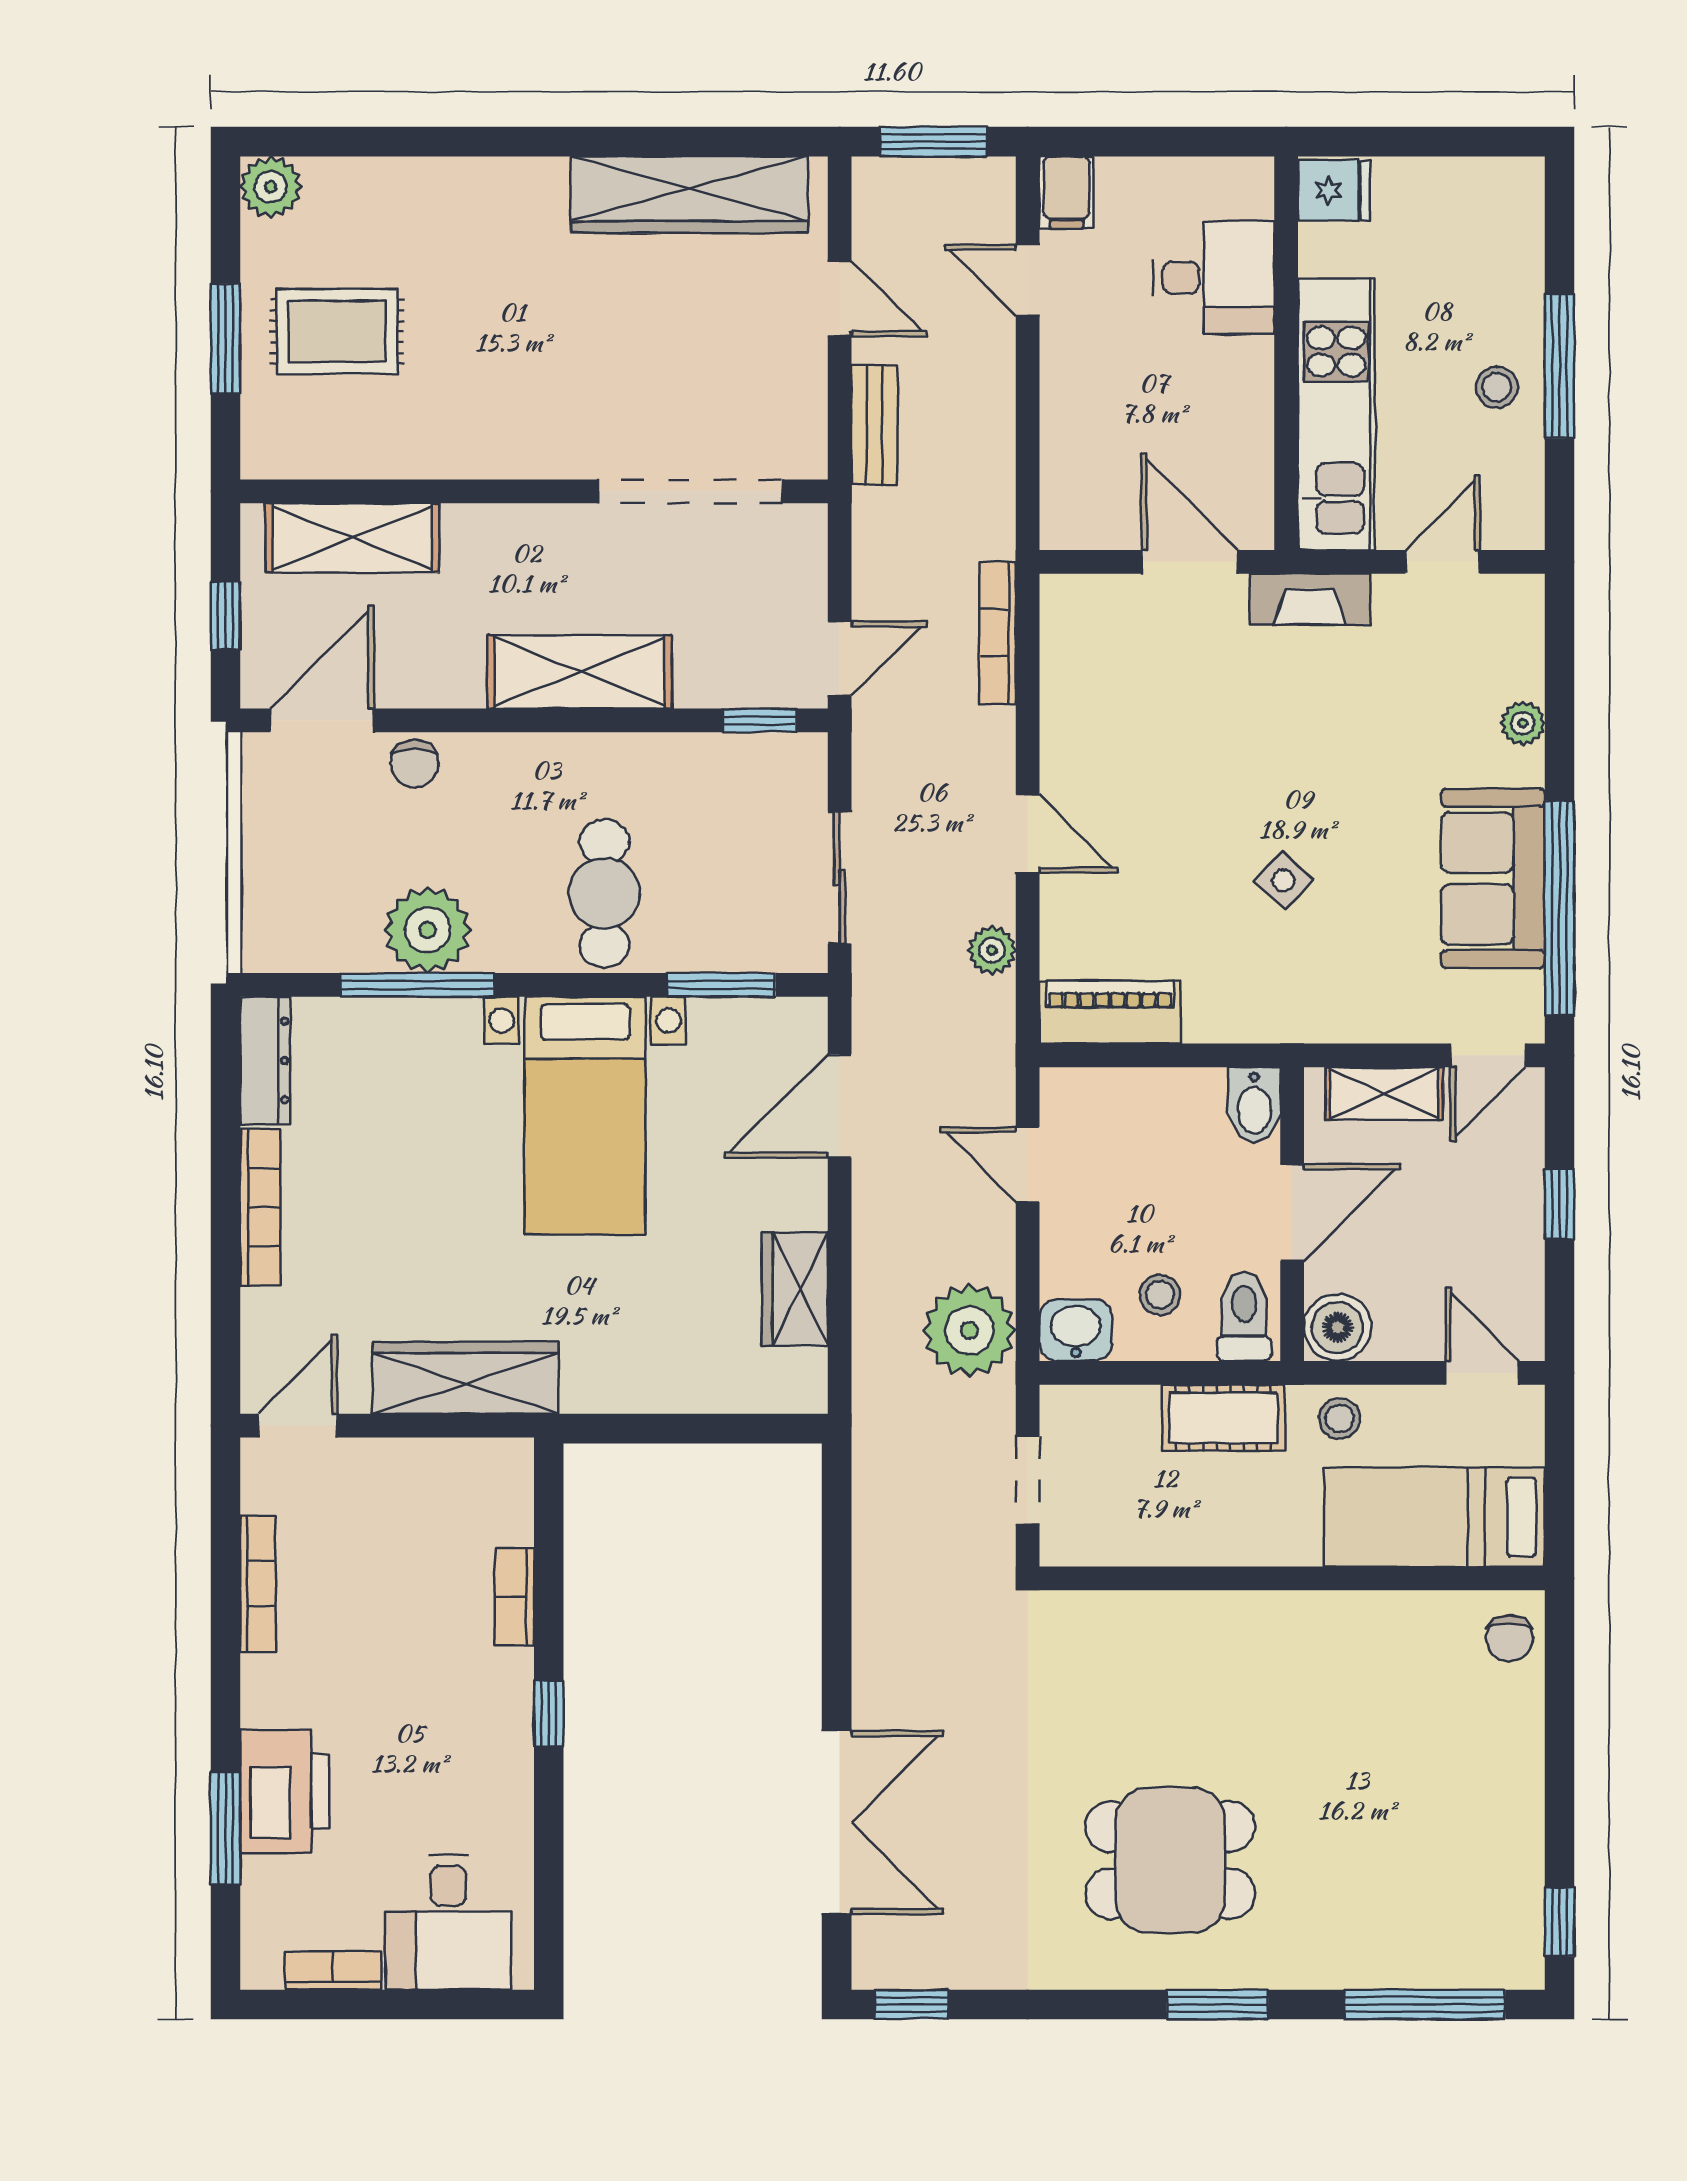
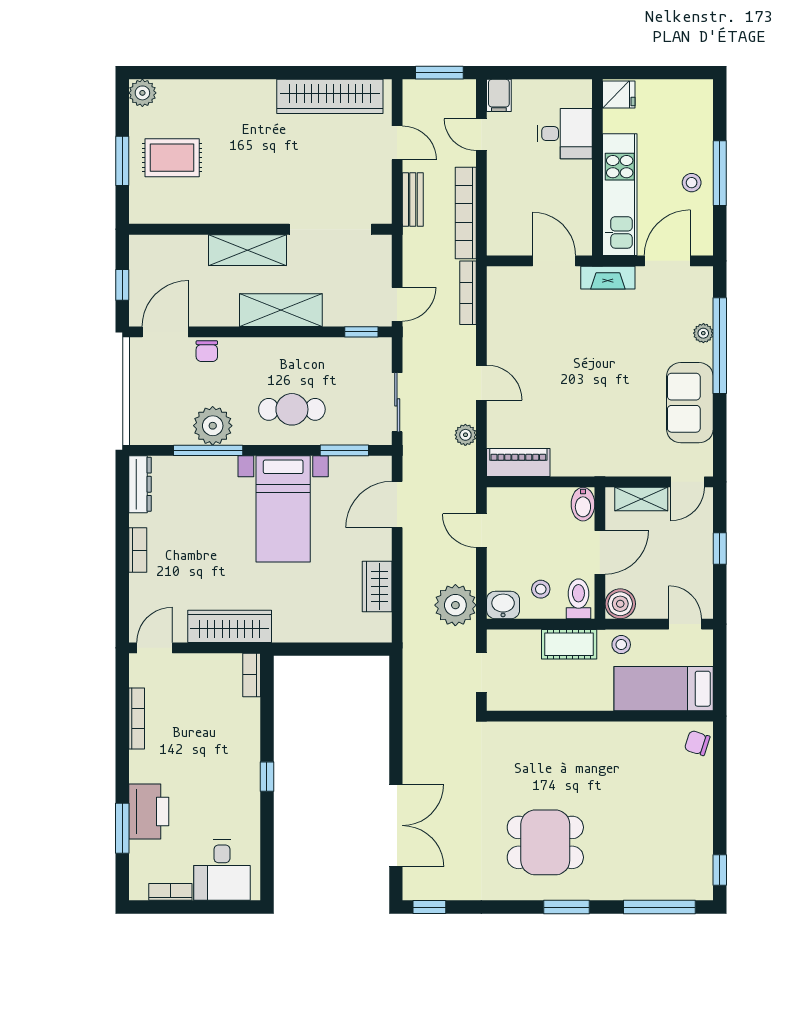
bookcase: (993, 455) -> (466, 213), added
shelving: (352, 538) -> (247, 250), moved
door: (1443, 562) -> (667, 261), width x1.38
side table: (1283, 881) -> (596, 404), removed
cafe table: (604, 893) -> (292, 409), turned 90
window: (1559, 908) -> (720, 346), moved
bookcase: (260, 1207) -> (138, 550), width x0.64
bookcase: (514, 1597) -> (252, 675), moved
chair: (1509, 1638) -> (697, 743), turned 108

